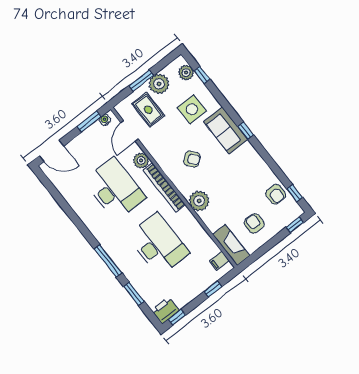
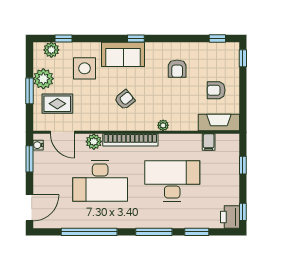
desk: (115, 189) -> (100, 181), turned 180
armchair: (276, 194) -> (177, 69), moved, turned 90
plant: (199, 201) -> (163, 125), width x0.53, depth x0.53
window: (69, 211) -> (89, 232), added
filing cabinet: (219, 261) -> (209, 142), moved

